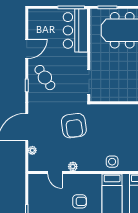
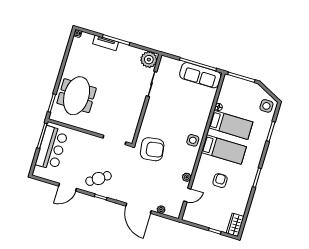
bar counter: (75, 30) -> (52, 148), moved, turned -90
door: (27, 49) -> (68, 187), swing flipped
armchair: (74, 126) -> (152, 149), moved

